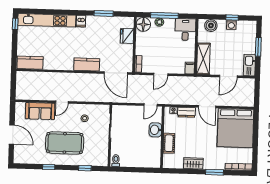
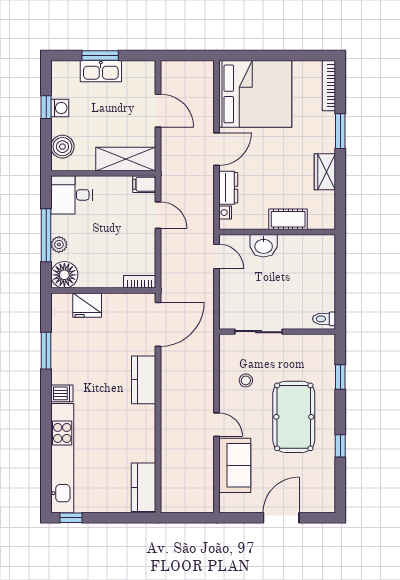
kitchen sink: (249, 65) -> (101, 71), moved
door: (161, 74) -> (158, 215), moved

